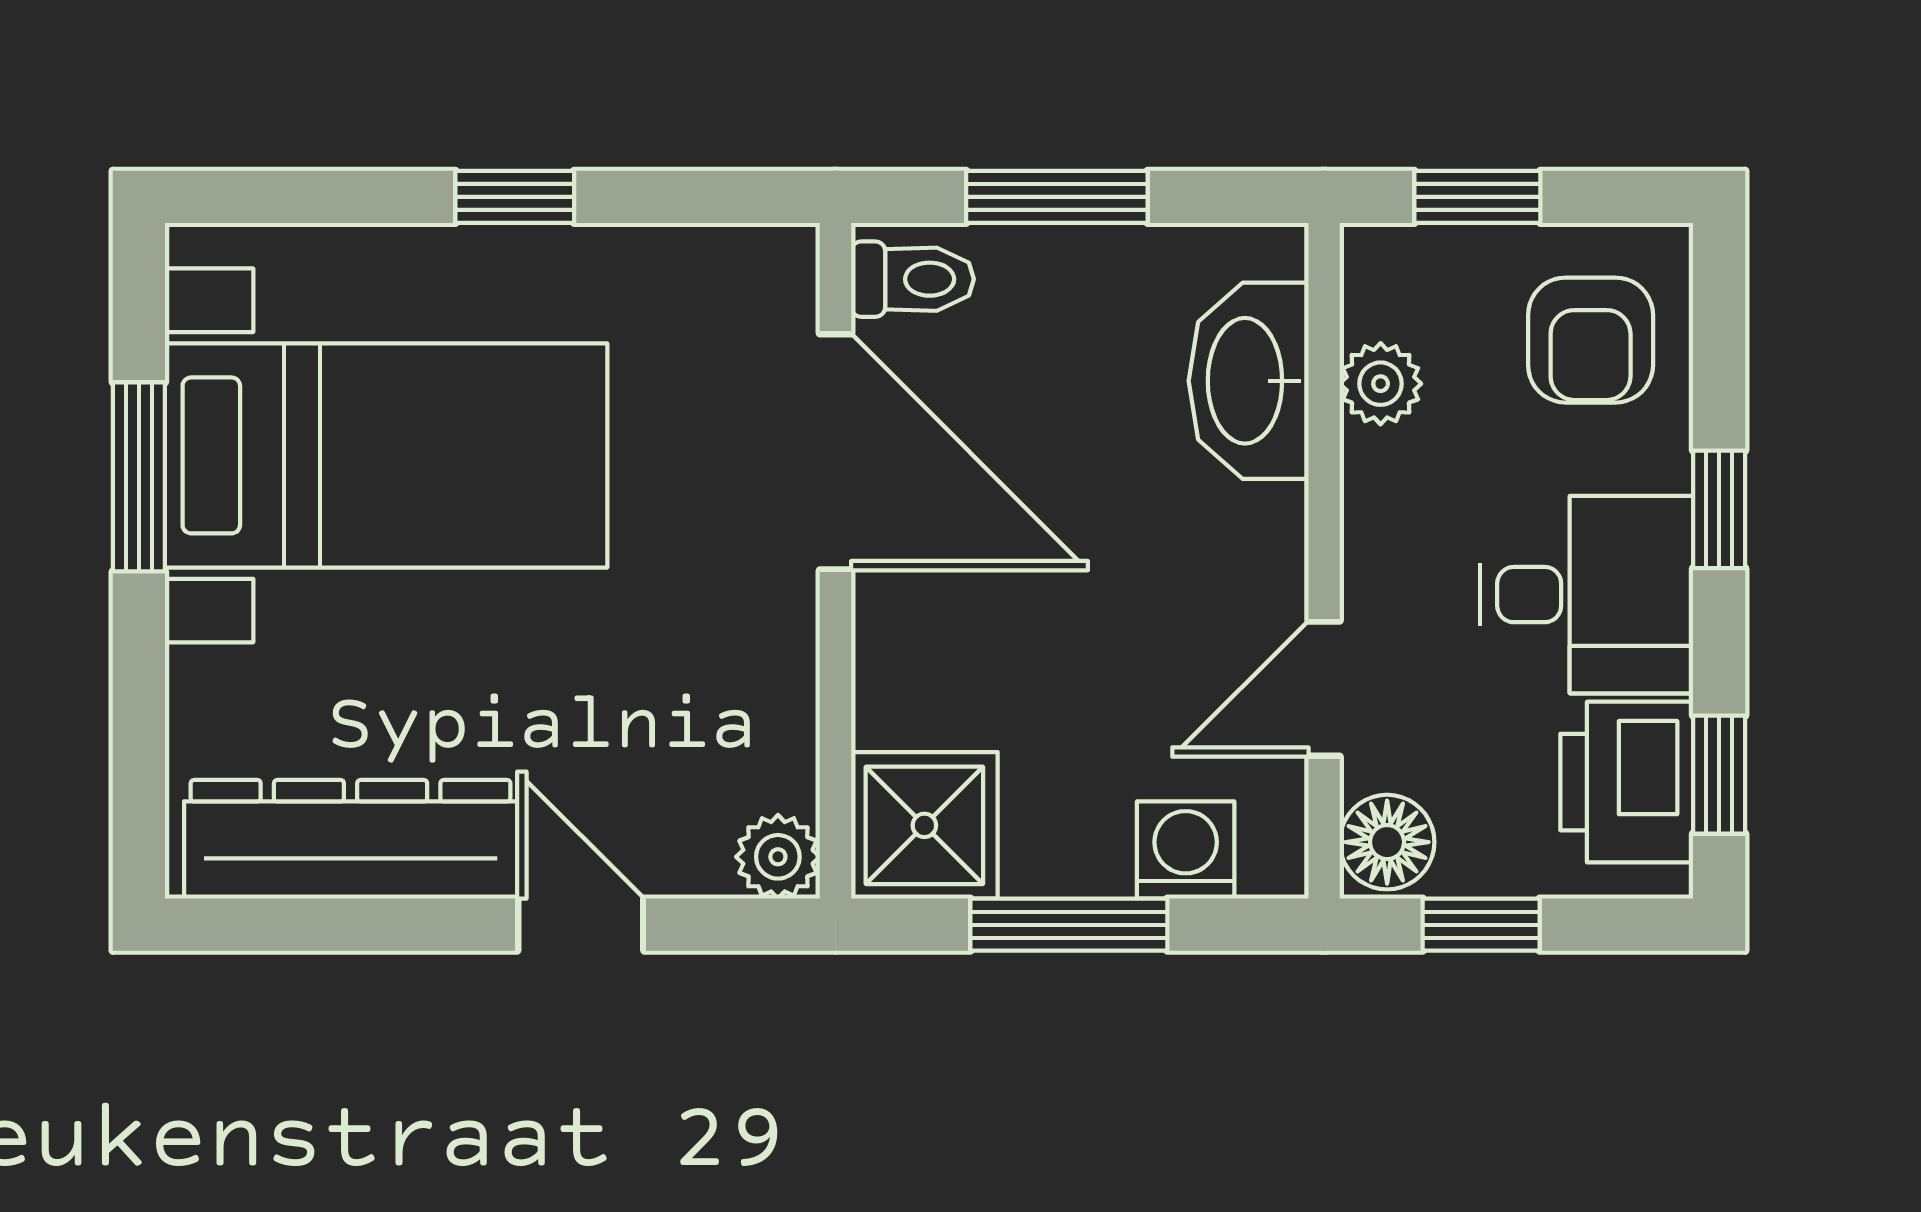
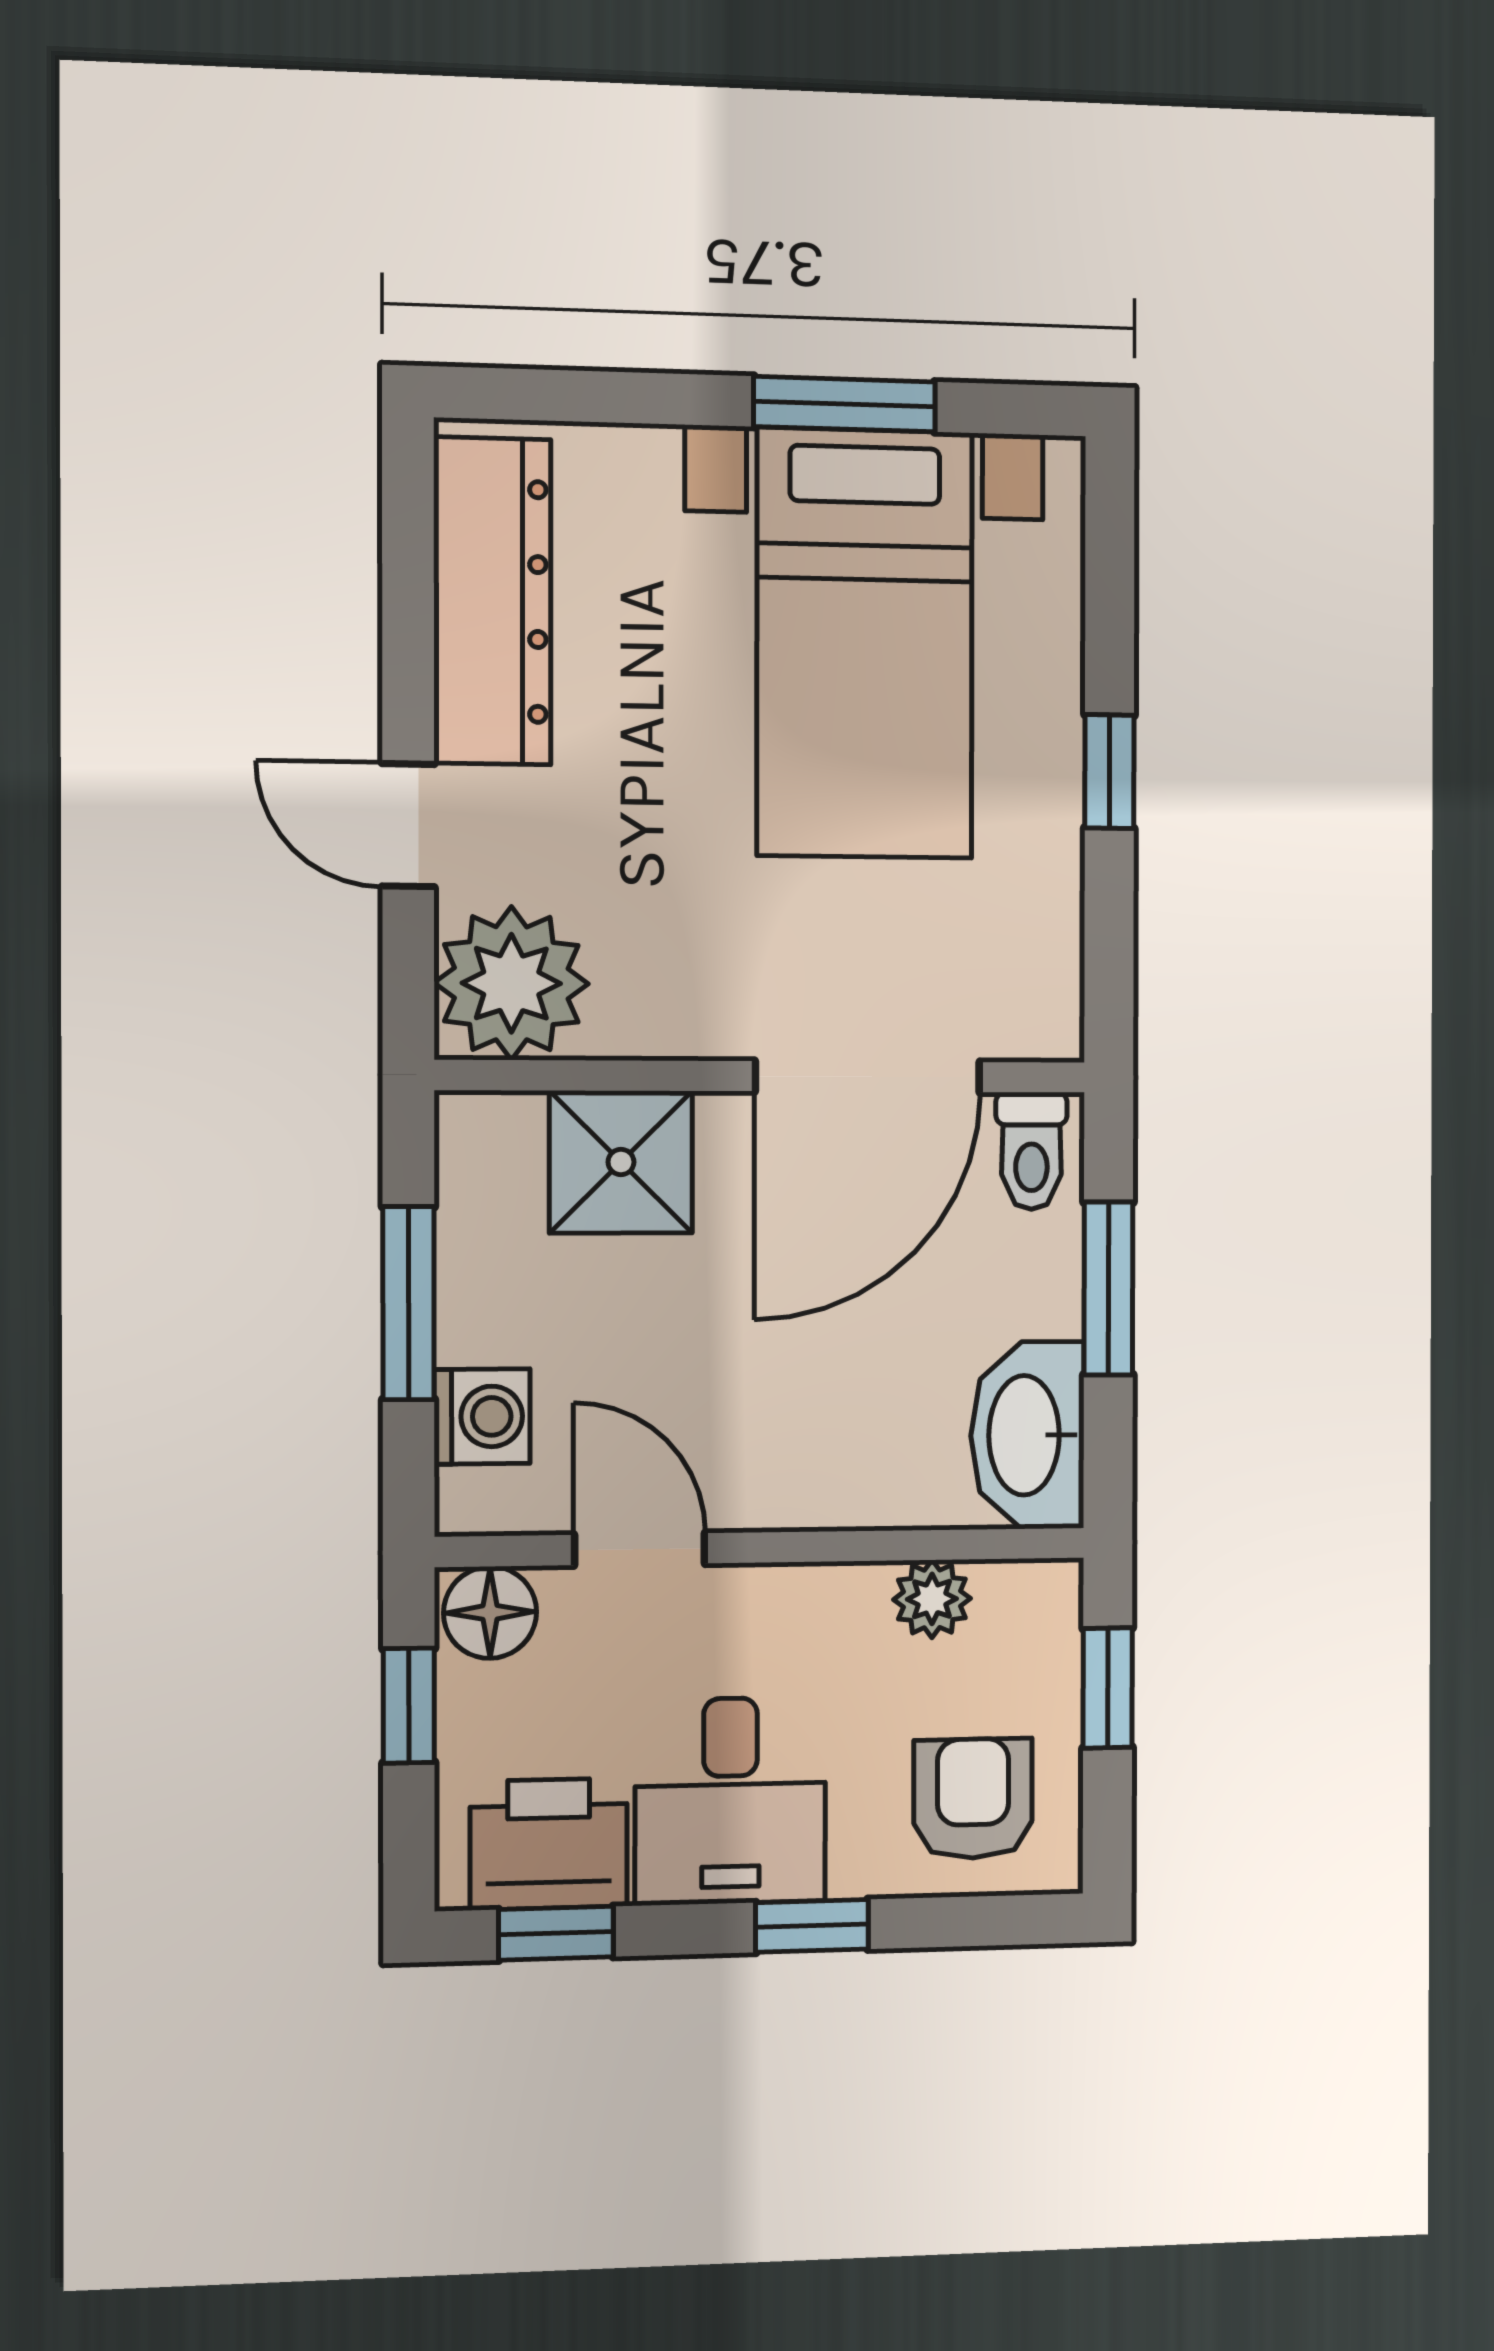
armchair: (1591, 340) -> (973, 1799), turned 90
washbasin: (1249, 381) -> (1027, 1435), moved, turned -90
shower: (924, 825) -> (621, 1162), moved
plant: (778, 857) -> (511, 983), width x1.87, depth x1.87
door: (581, 925) -> (408, 825), swing flipped

